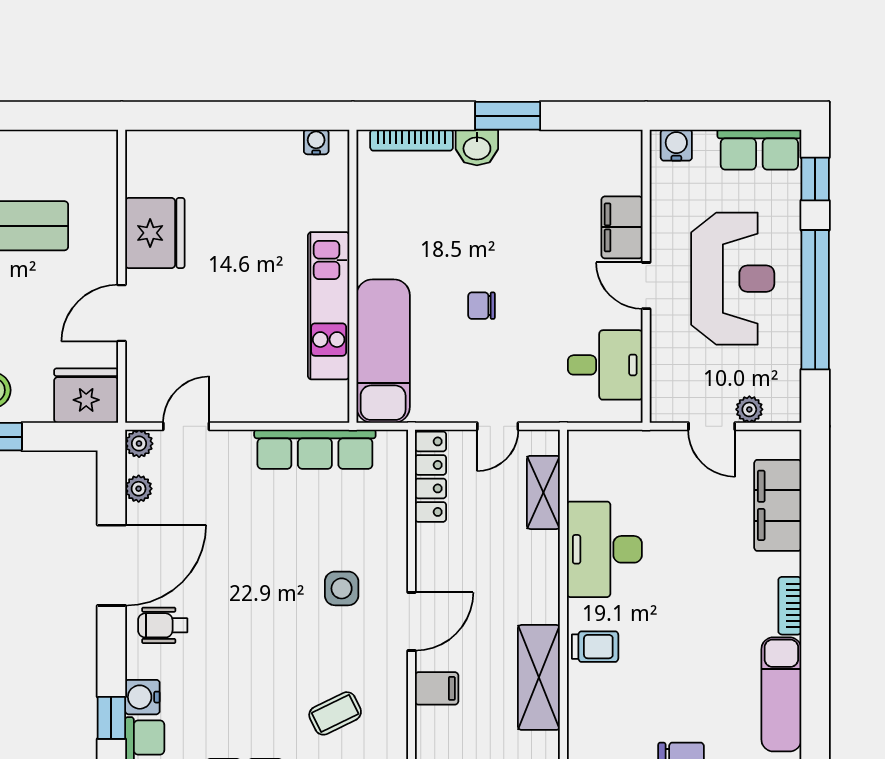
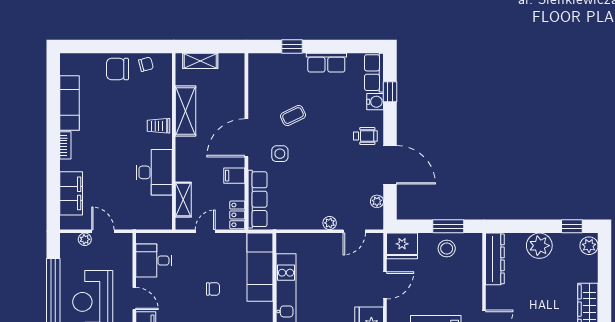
plant: (139, 444) -> (330, 223), moved
row of seats: (315, 449) -> (257, 199), moved, turned 90
locker: (431, 477) -> (237, 215), width x0.66
door: (111, 565) -> (390, 165), swing flipped
door: (412, 622) -> (246, 138), width x1.36
filing cabinet: (437, 688) -> (234, 176), moved
coffee table: (335, 713) -> (293, 116), moved

